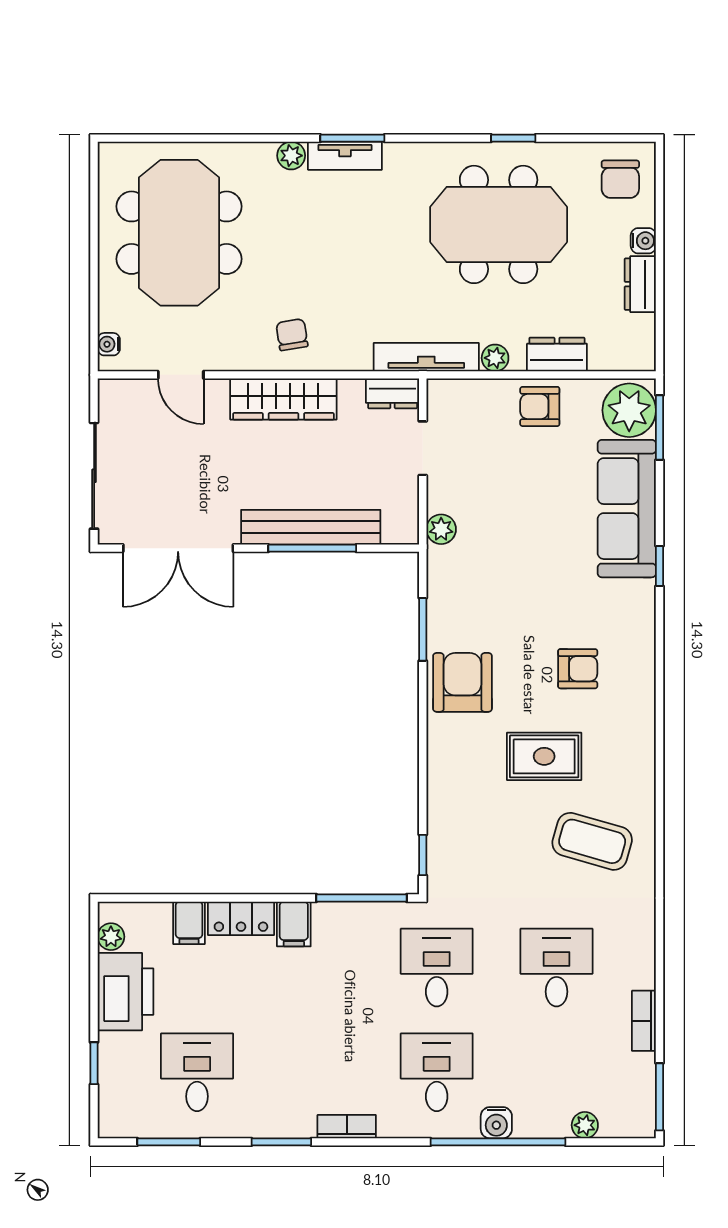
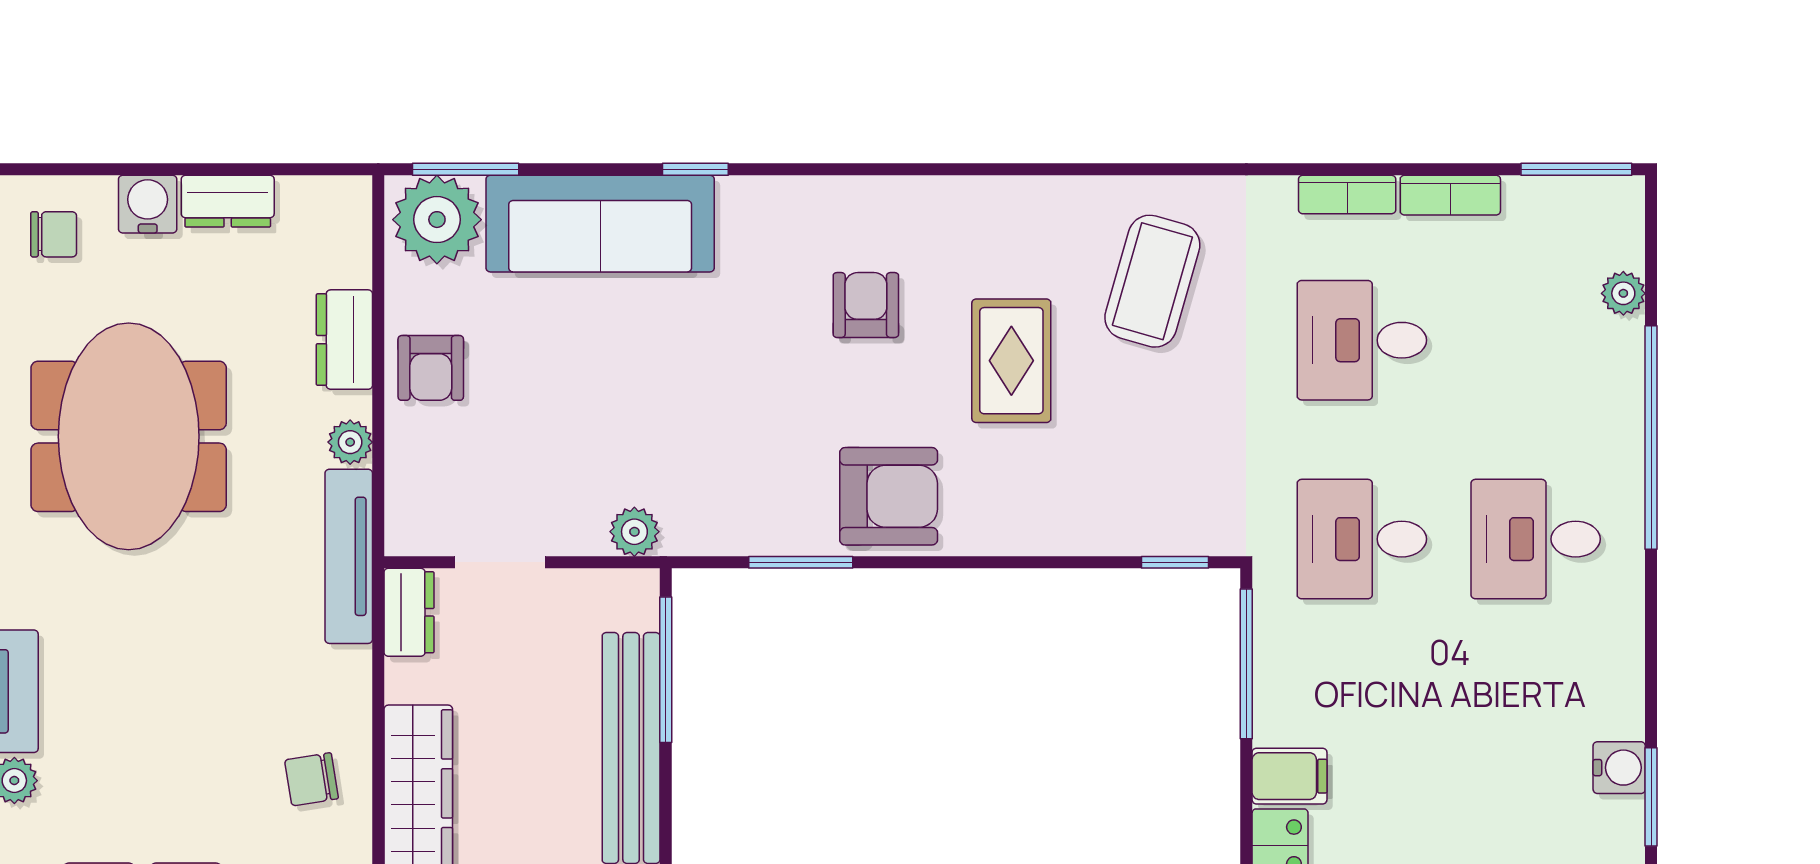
chair: (620, 179) -> (54, 234), width x0.73, depth x0.73
water cooler: (643, 241) -> (148, 204), width x1.38, depth x1.38
window: (312, 548) -> (666, 670), moved
armchair: (462, 682) -> (889, 496), turned 180
water cooler: (496, 1123) -> (1619, 768), moved
bookcase: (347, 1127) -> (1347, 195), moved, turned -90

